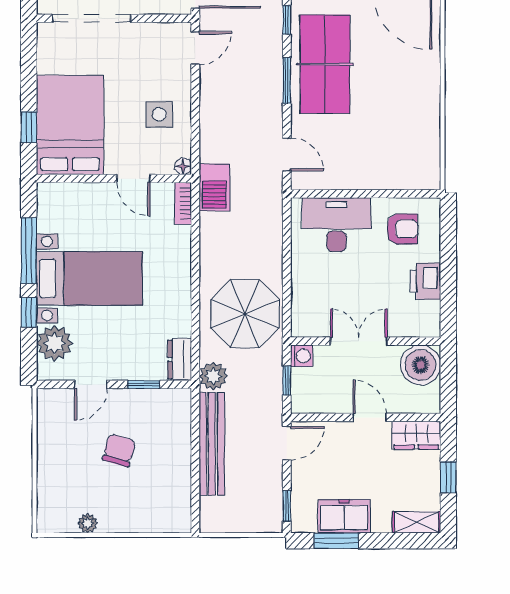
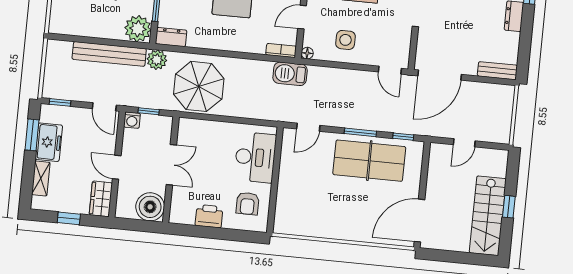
washing machine: (302, 356) -> (132, 120), moved
plant: (173, 407) -> (138, 29), added
door: (370, 417) -> (117, 167), swing flipped
shelving: (417, 522) -> (41, 178), moved

